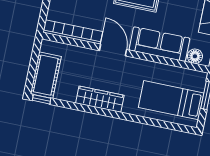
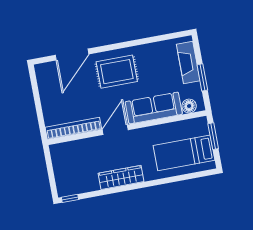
door: (113, 50) -> (115, 130), hinge flipped
cot: (46, 75) -> (65, 176), removed

